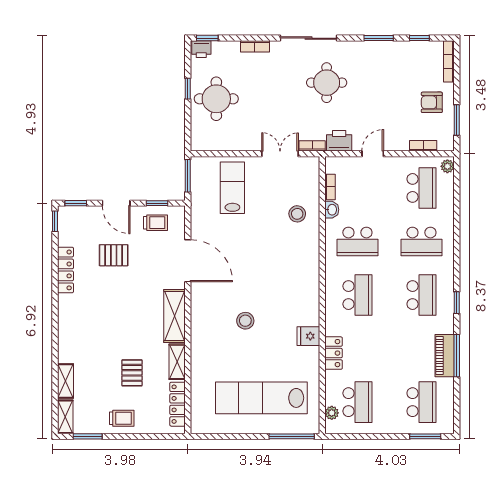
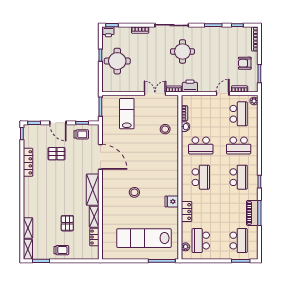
door: (373, 154) -> (223, 94), moved
school desk: (357, 402) -> (201, 241), turned 180
locker: (178, 404) -> (94, 237), width x0.66

